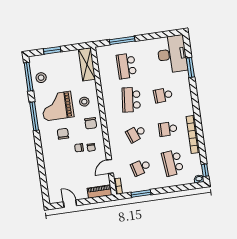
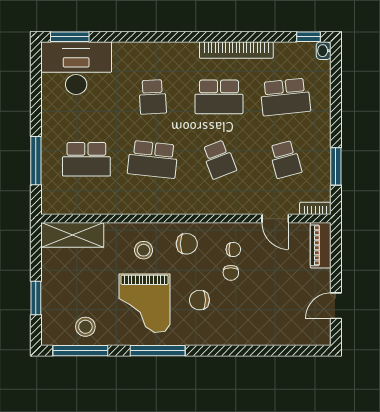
window: (190, 67) -> (70, 37), moved
school desk: (168, 129) -> (219, 97), width x1.85

